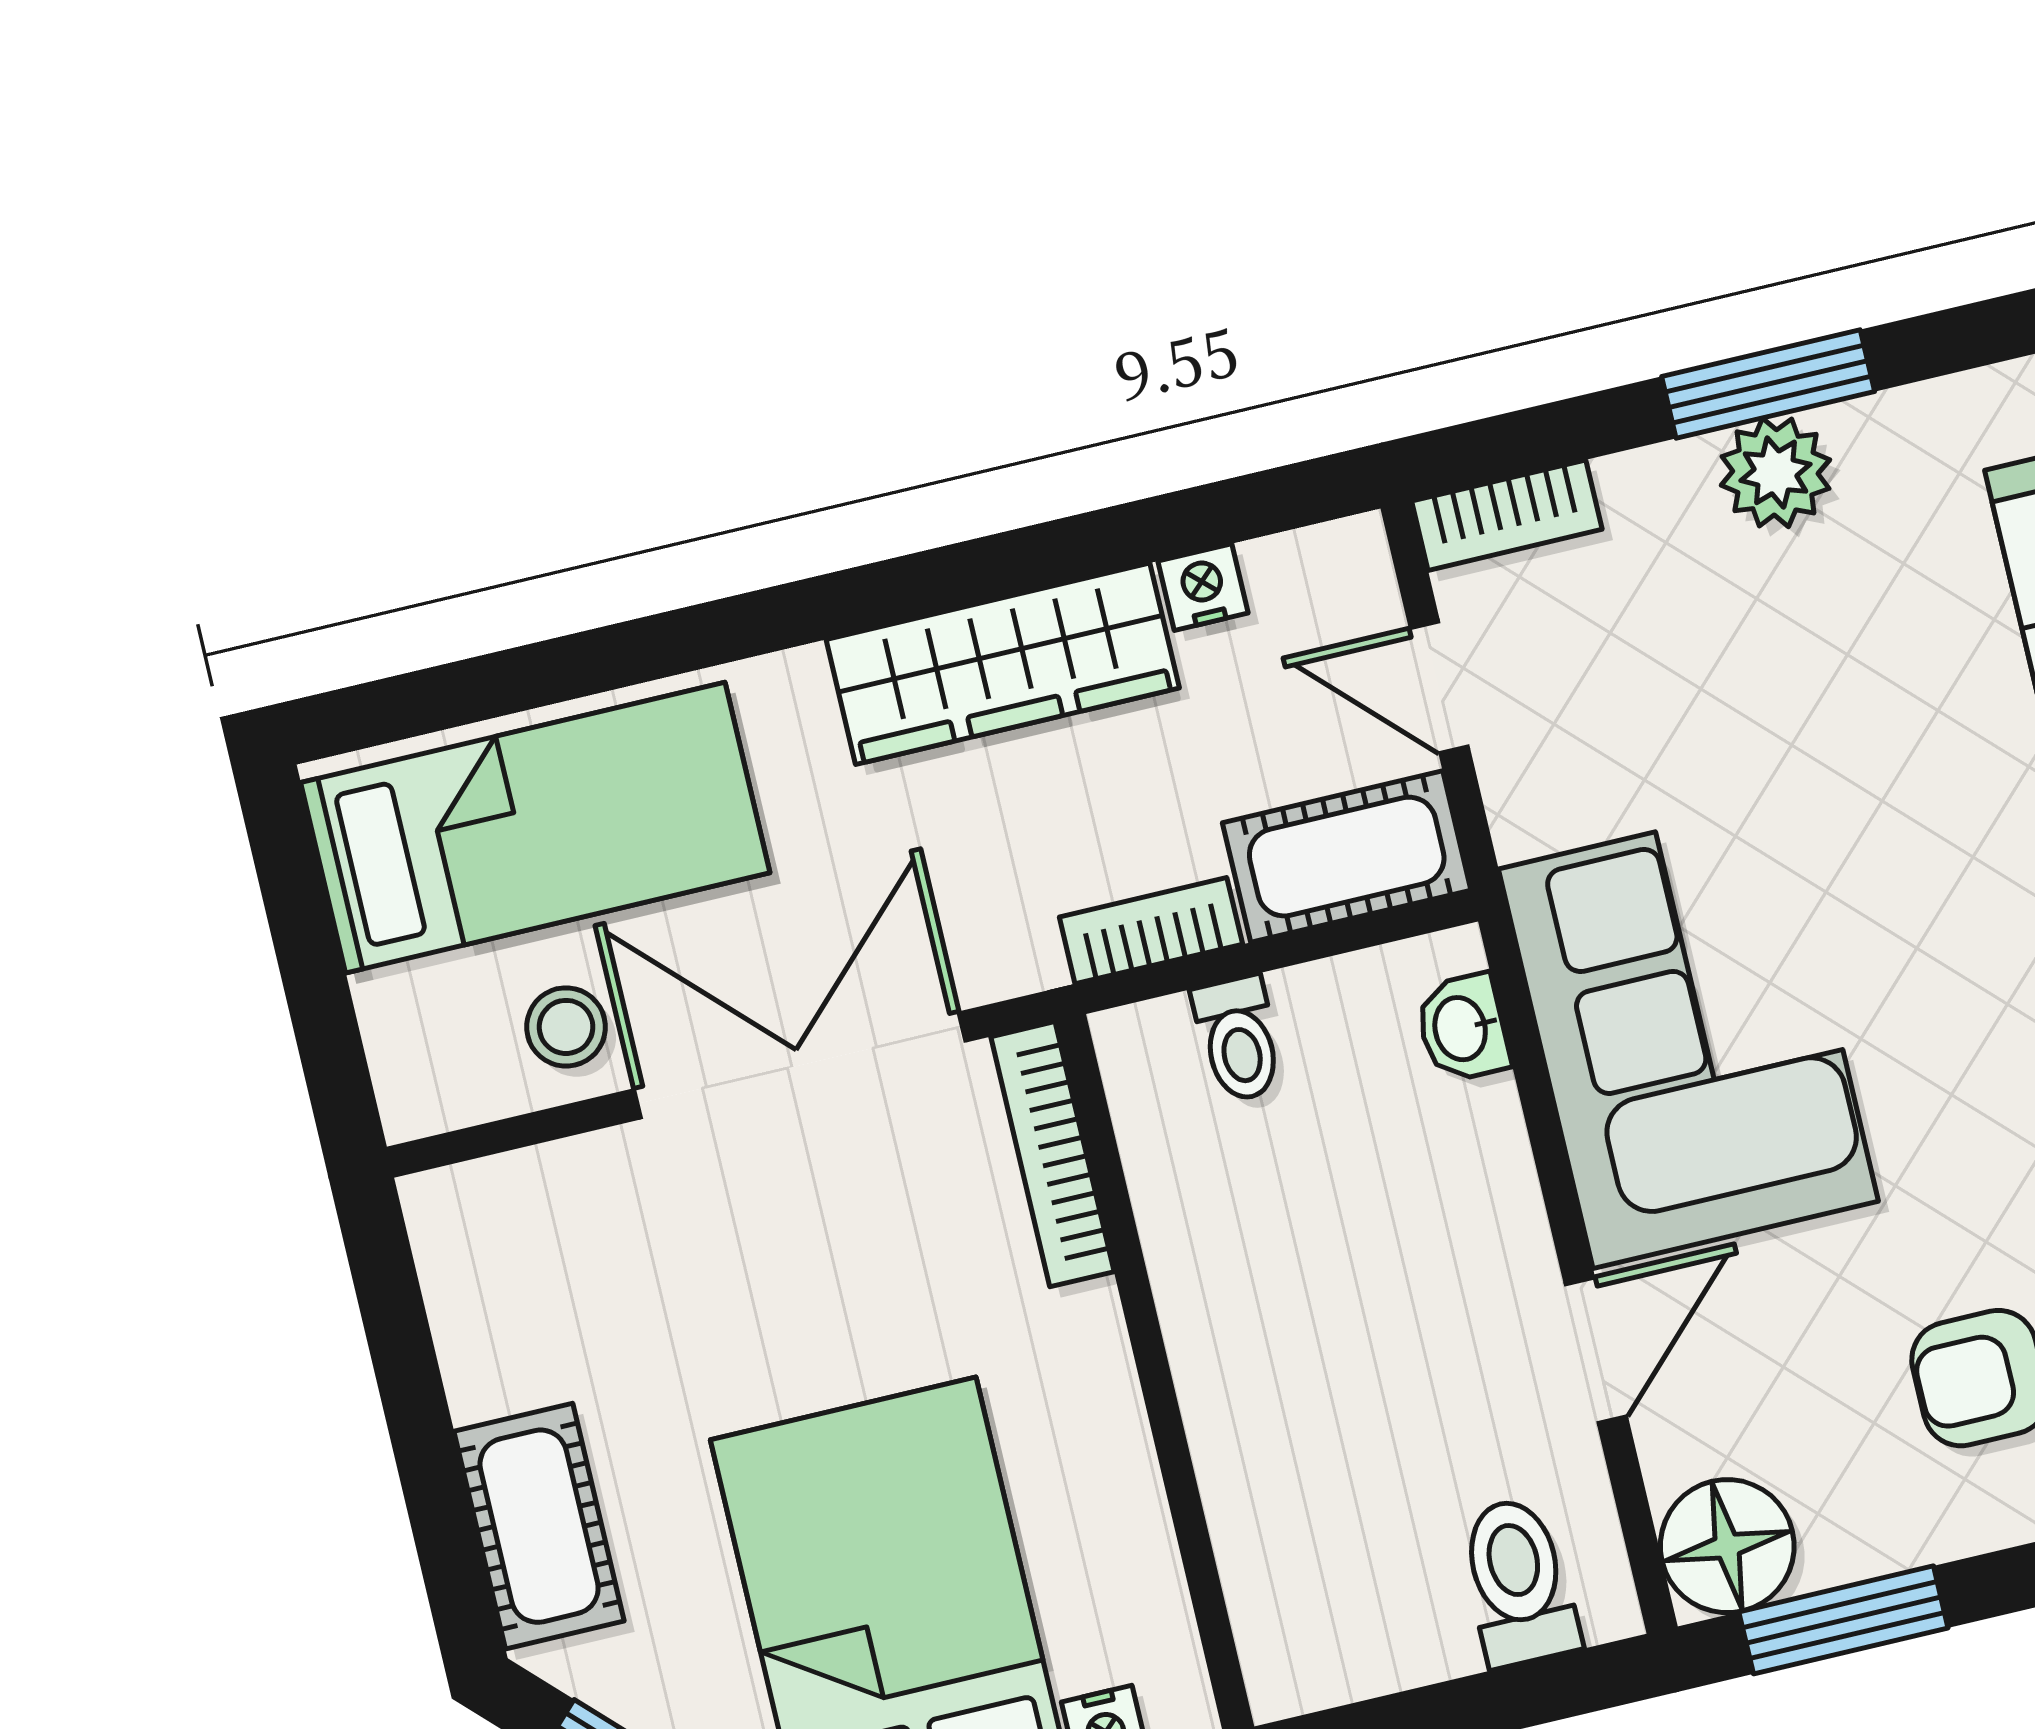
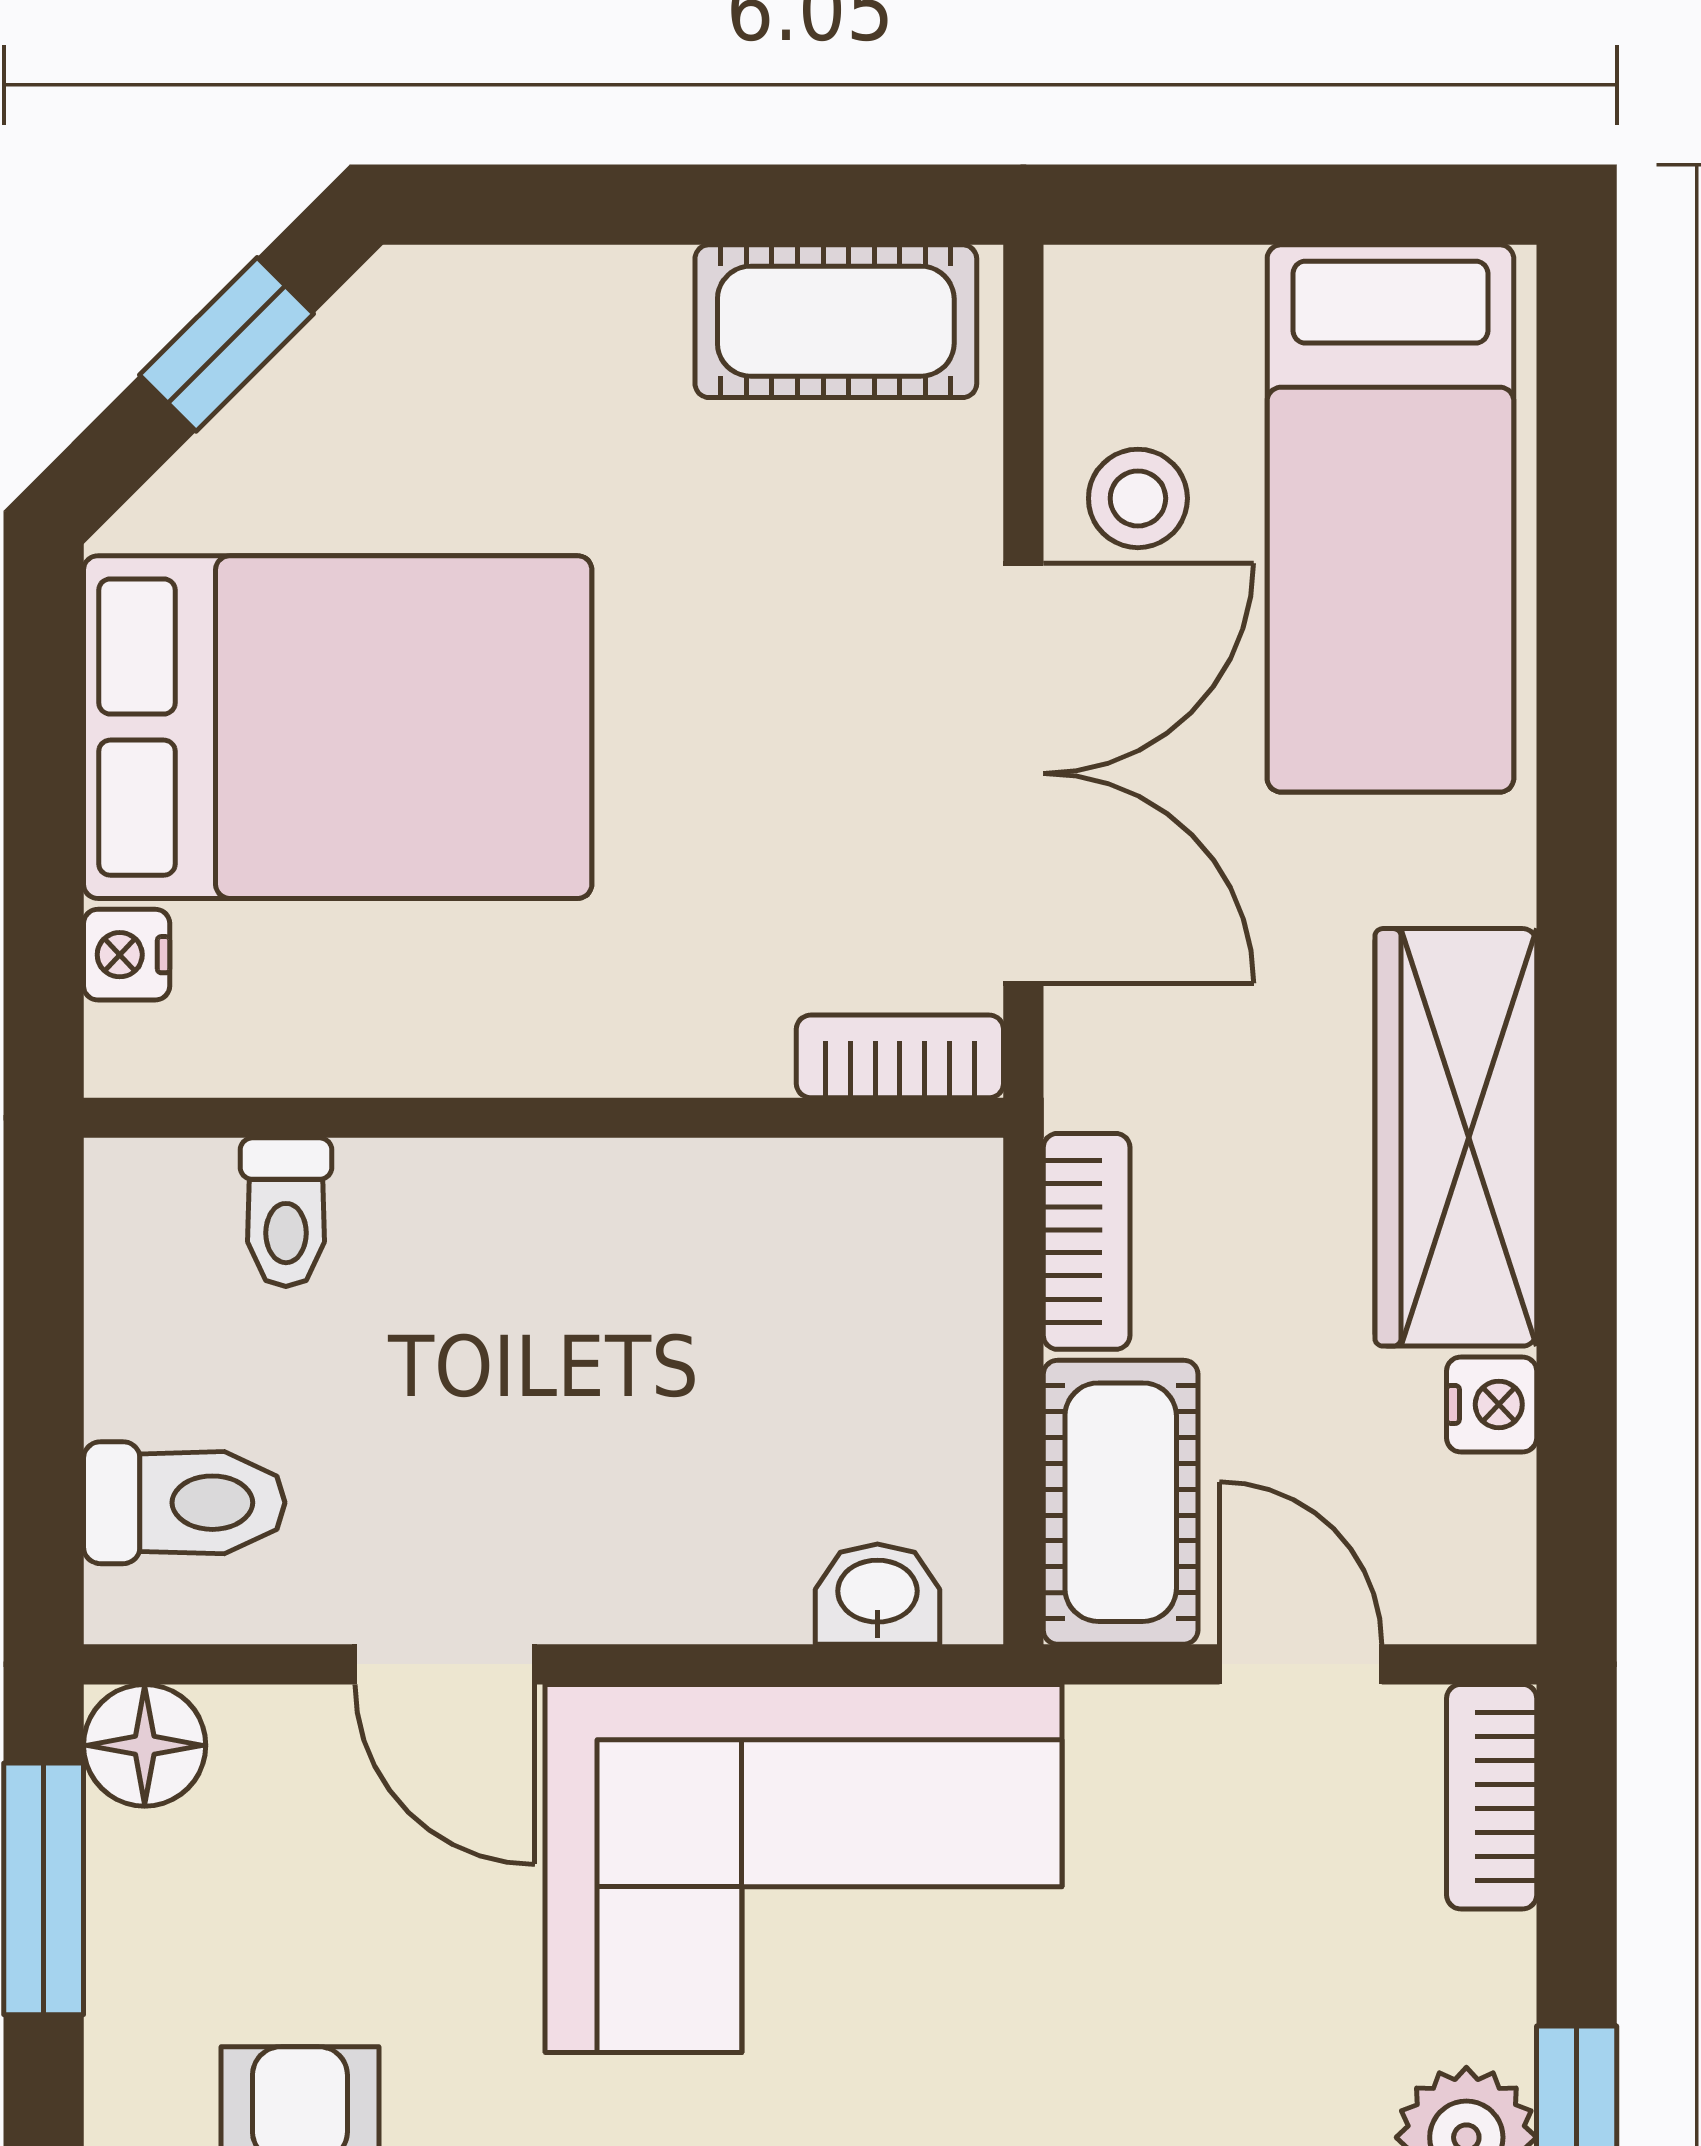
door: (1439, 687) -> (1301, 1664), hinge flipped
toilet: (1238, 1039) -> (286, 1212), moved, turned -90
bookcase: (1052, 1154) -> (900, 1056), width x0.64
cot: (539, 1526) -> (836, 321), moved
floor lamp: (1727, 1546) -> (145, 1745), width x0.73, depth x0.73

